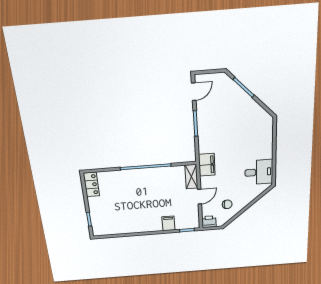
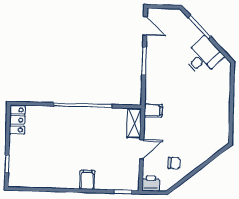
door: (194, 92) -> (145, 26), hinge flipped
filing cabinet: (207, 165) -> (153, 111), width x0.50
desk: (259, 172) -> (203, 57), moved, turned -45
filing cabinet: (168, 223) -> (87, 180), moved

